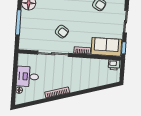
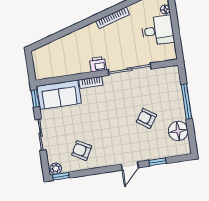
armchair: (62, 32) -> (146, 118), moved
printer: (114, 65) -> (98, 64), moved

